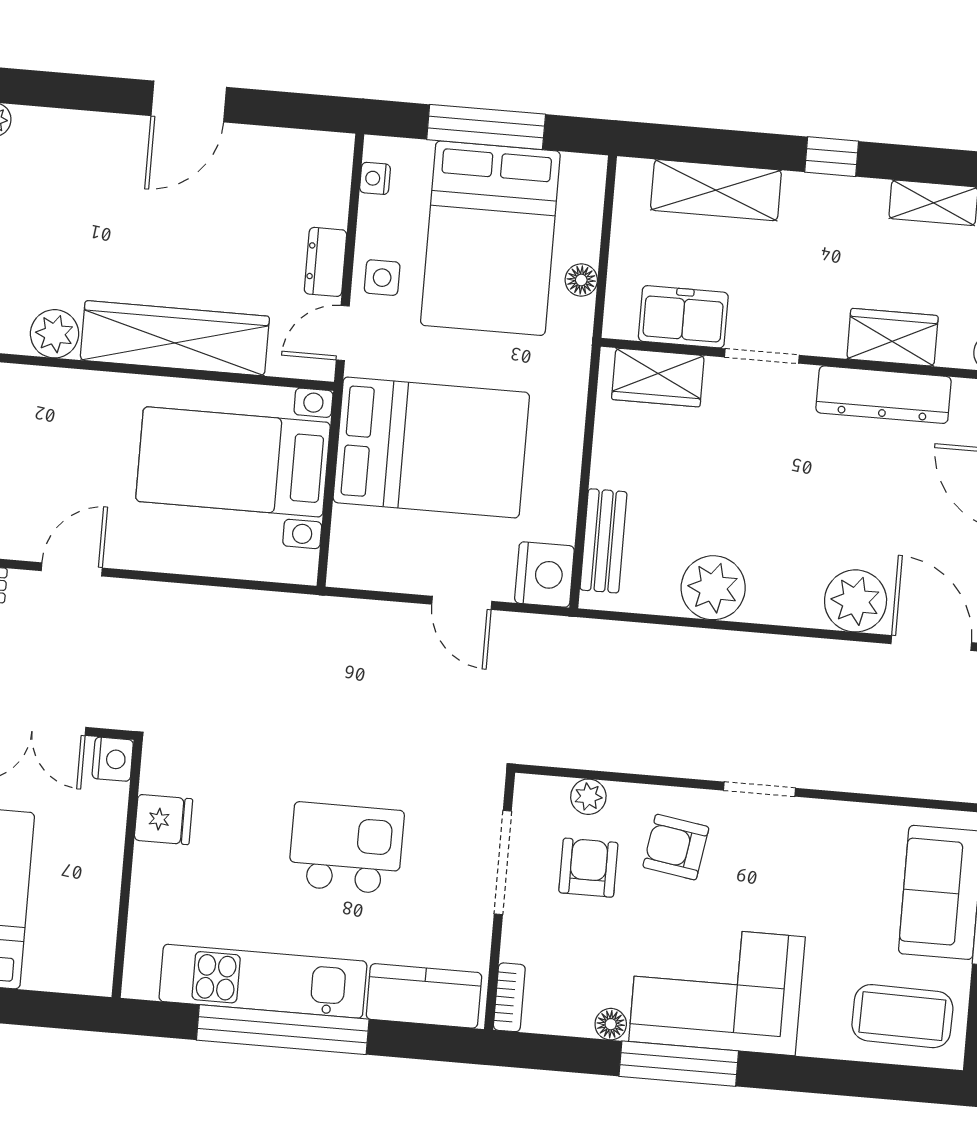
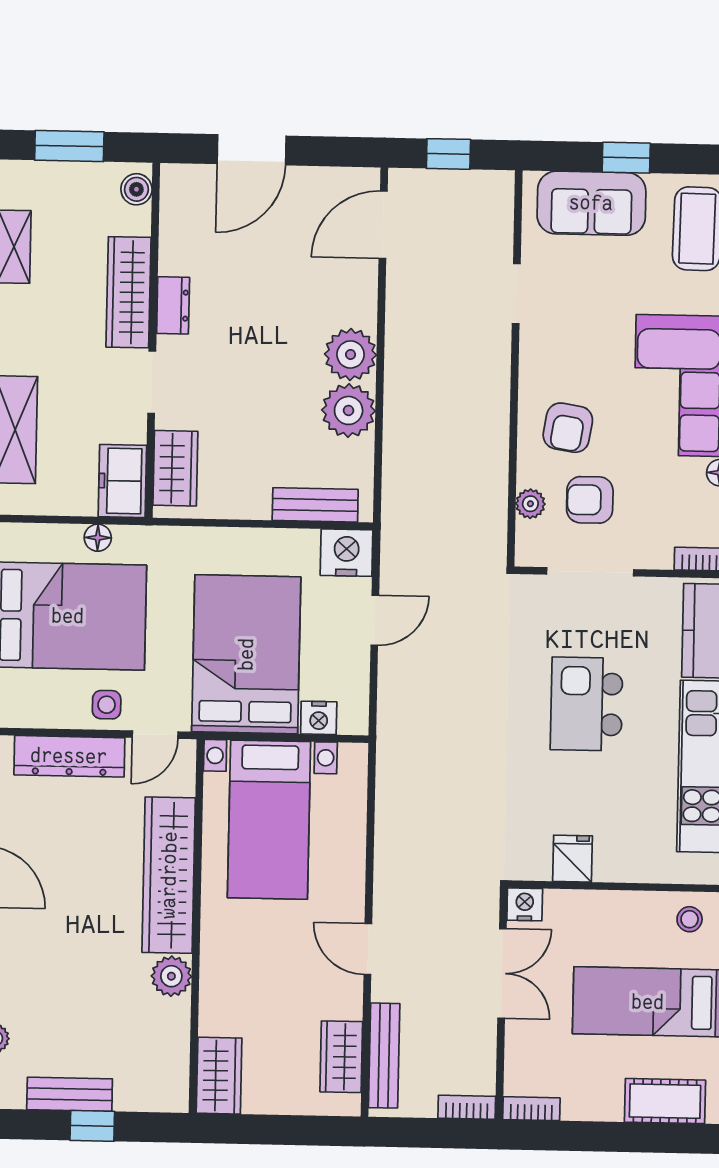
nightstand: (375, 178) -> (319, 718), moved, width x1.39, depth x1.35
dresser: (326, 262) -> (69, 756), width x1.96, depth x1.24
freezer: (683, 317) -> (122, 481), moved
door: (343, 333) -> (155, 735), hinge flipped
wardrobe: (892, 337) -> (129, 292), width x1.50
dresser: (884, 395) -> (173, 305), width x0.51, depth x0.80
plant: (856, 601) -> (351, 354), moved
doorway: (760, 789) -> (516, 294), moved
stool: (82, 954) -> (690, 919), added

